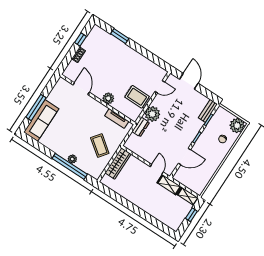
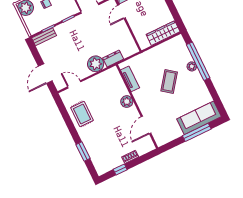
rug: (137, 97) -> (82, 114), moved
coffee table: (100, 146) -> (169, 81), moved
wardrobe: (118, 163) -> (163, 33), moved

